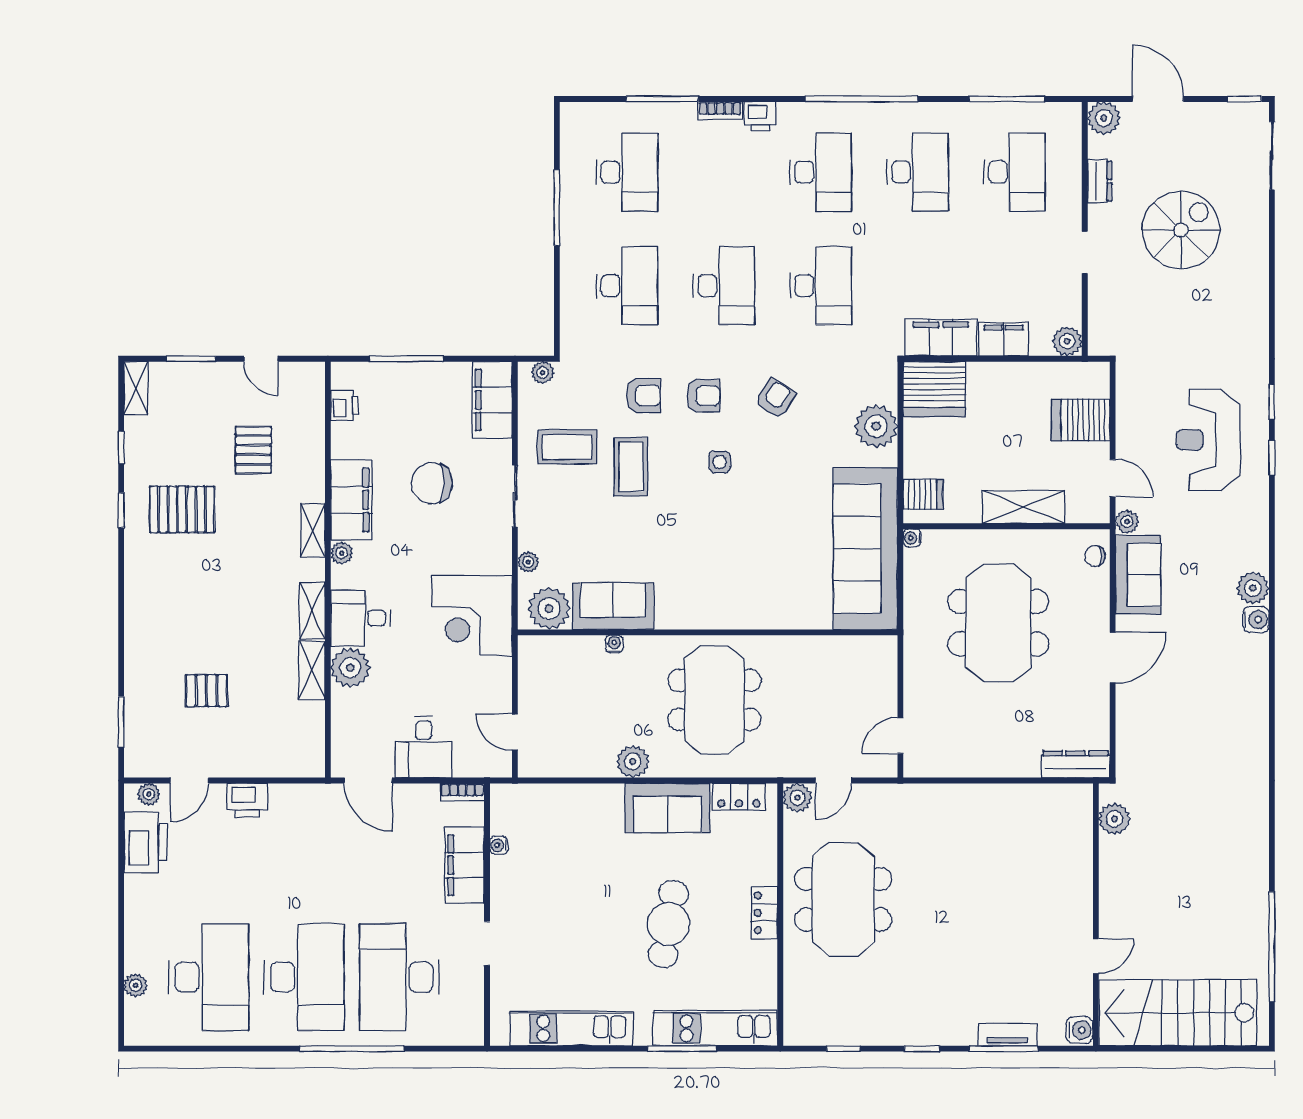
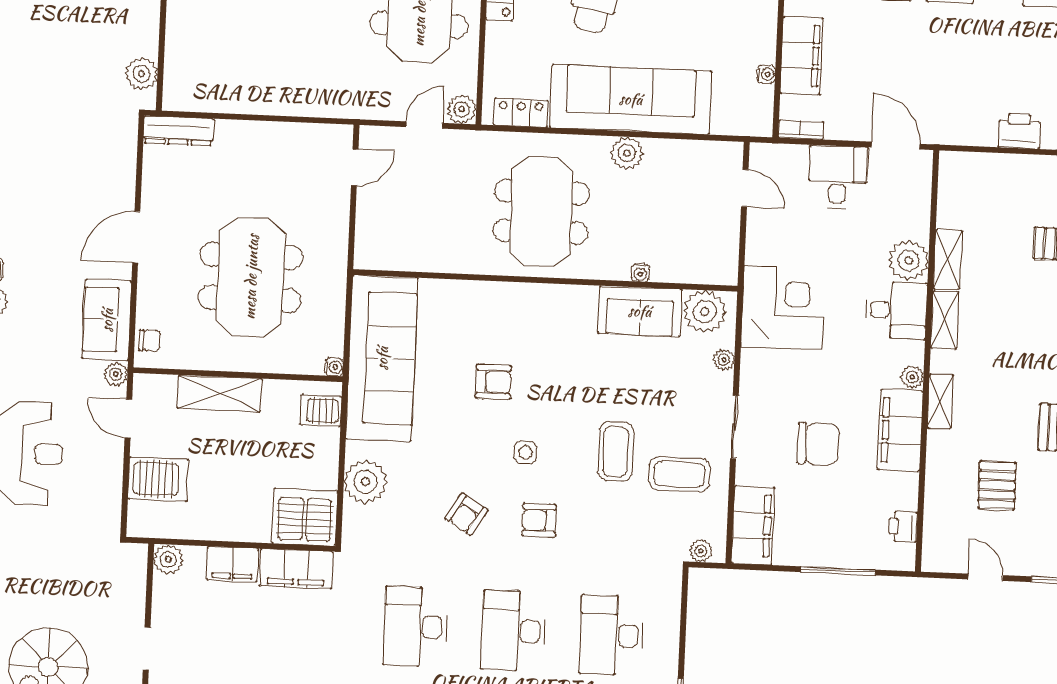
armchair: (643, 396) -> (493, 382), moved, turned 180
sofa: (667, 808) -> (631, 99), width x1.85, depth x1.27

